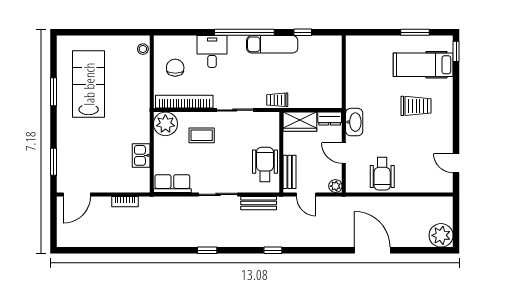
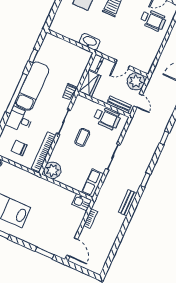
exam couch: (272, 44) -> (32, 86), width x1.36, depth x1.45
washbasin: (354, 122) -> (90, 42), moved
coffee table: (202, 135) -> (82, 137), moved
kitchen sink: (141, 155) -> (82, 202), moved
wheelchair: (265, 164) -> (107, 118), turned 180
wheelchair: (382, 174) -> (153, 20), moved
plant: (335, 186) -> (136, 81), width x1.88, depth x1.88
door: (306, 194) -> (138, 101), hinge flipped
bench: (259, 203) -> (128, 203), moved

